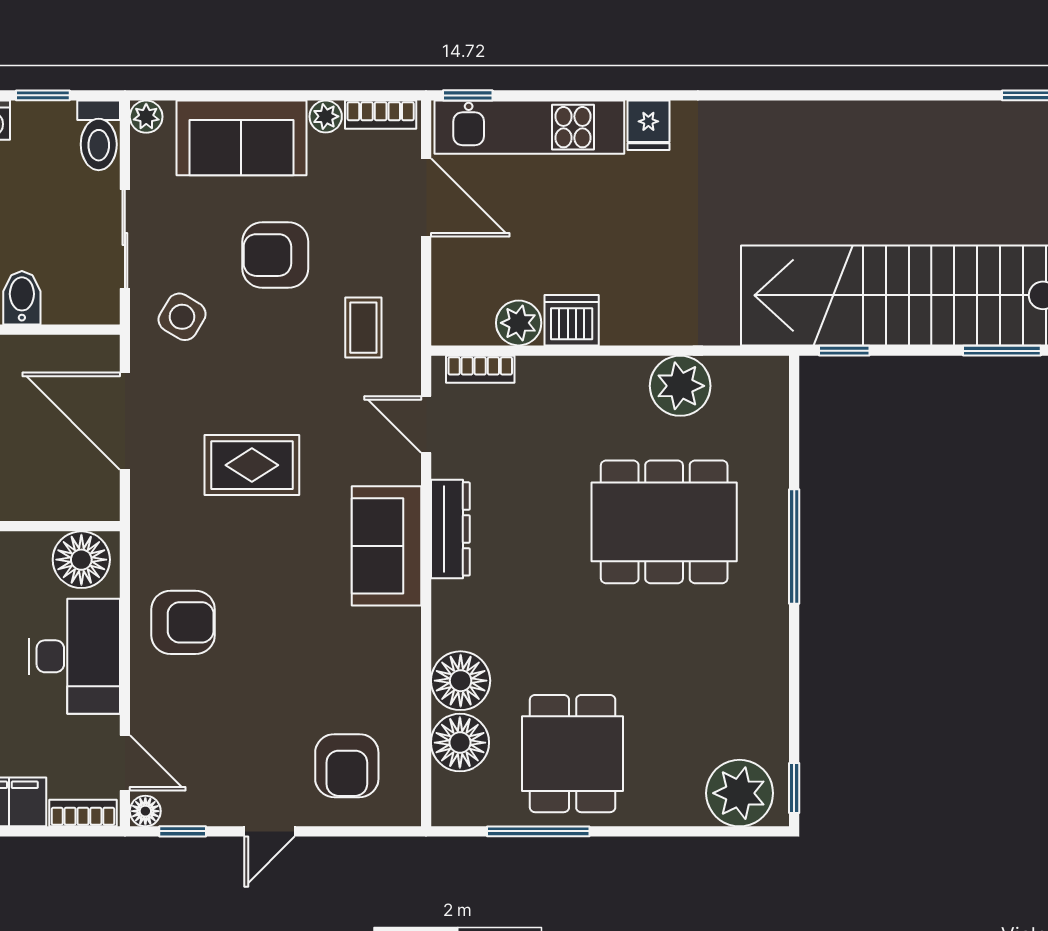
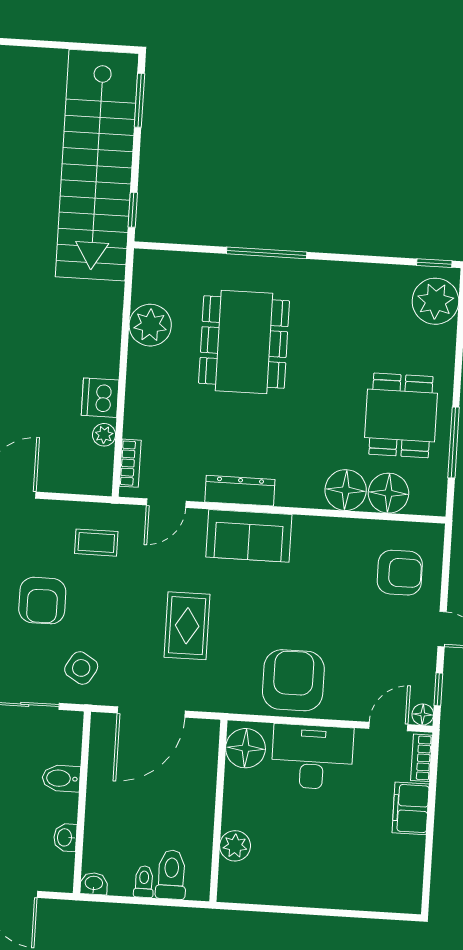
plant: (519, 323) -> (104, 435), width x0.73, depth x0.73
armchair: (183, 622) -> (293, 680), width x1.36, depth x1.36
dining table: (573, 754) -> (401, 415), turned 90

